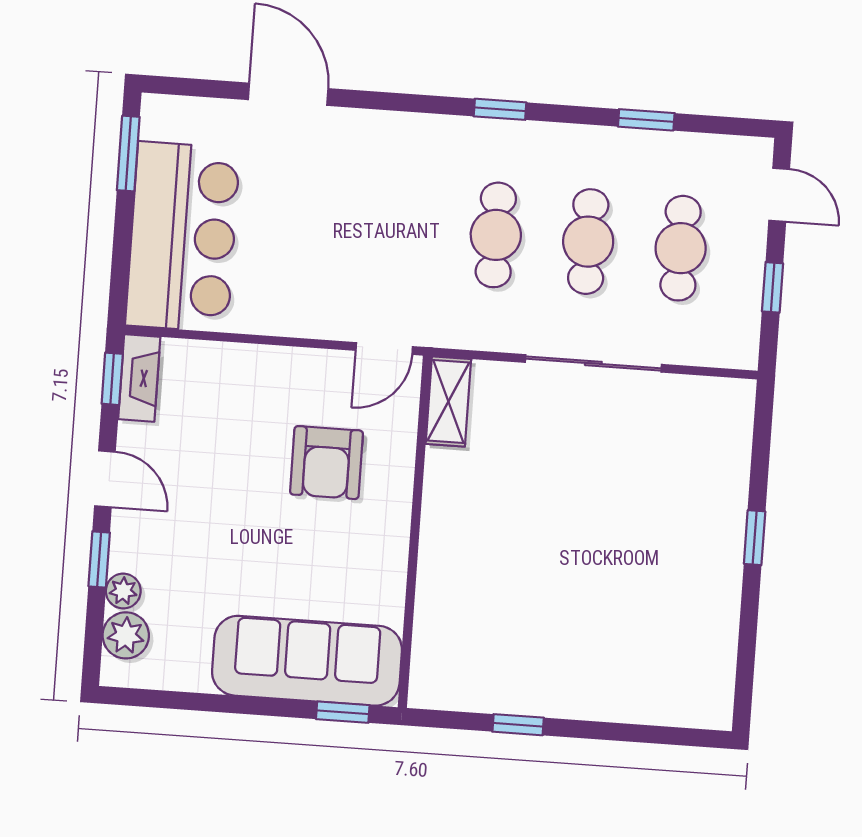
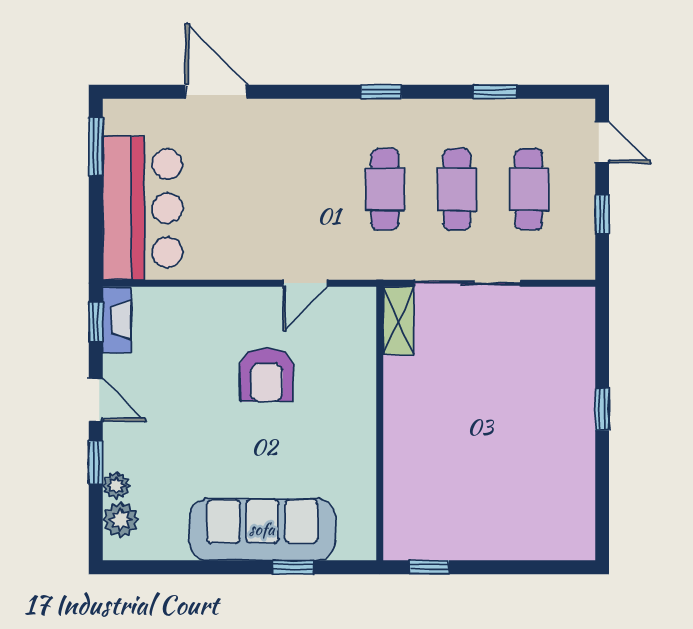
shelving: (448, 401) -> (399, 321), moved
wall: (415, 532) -> (380, 424), moved

